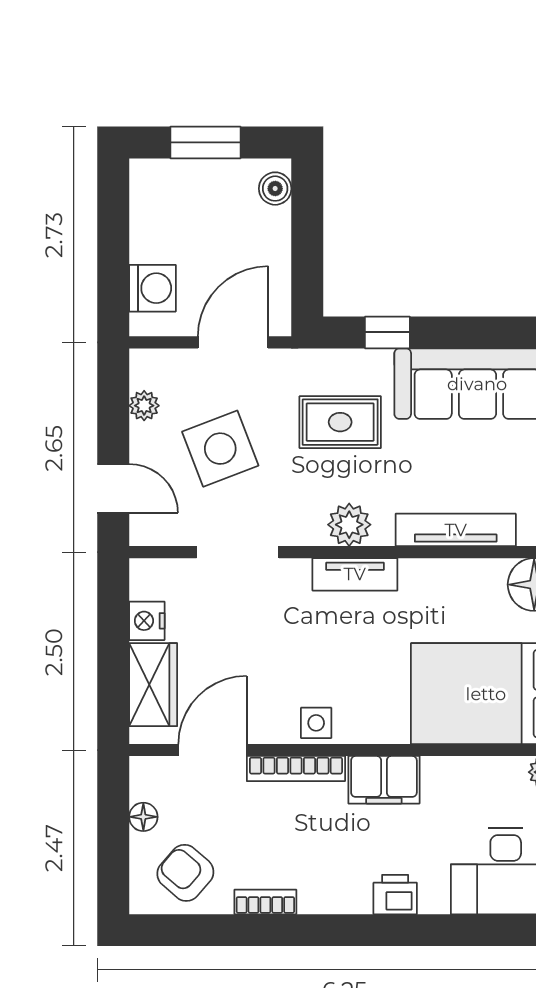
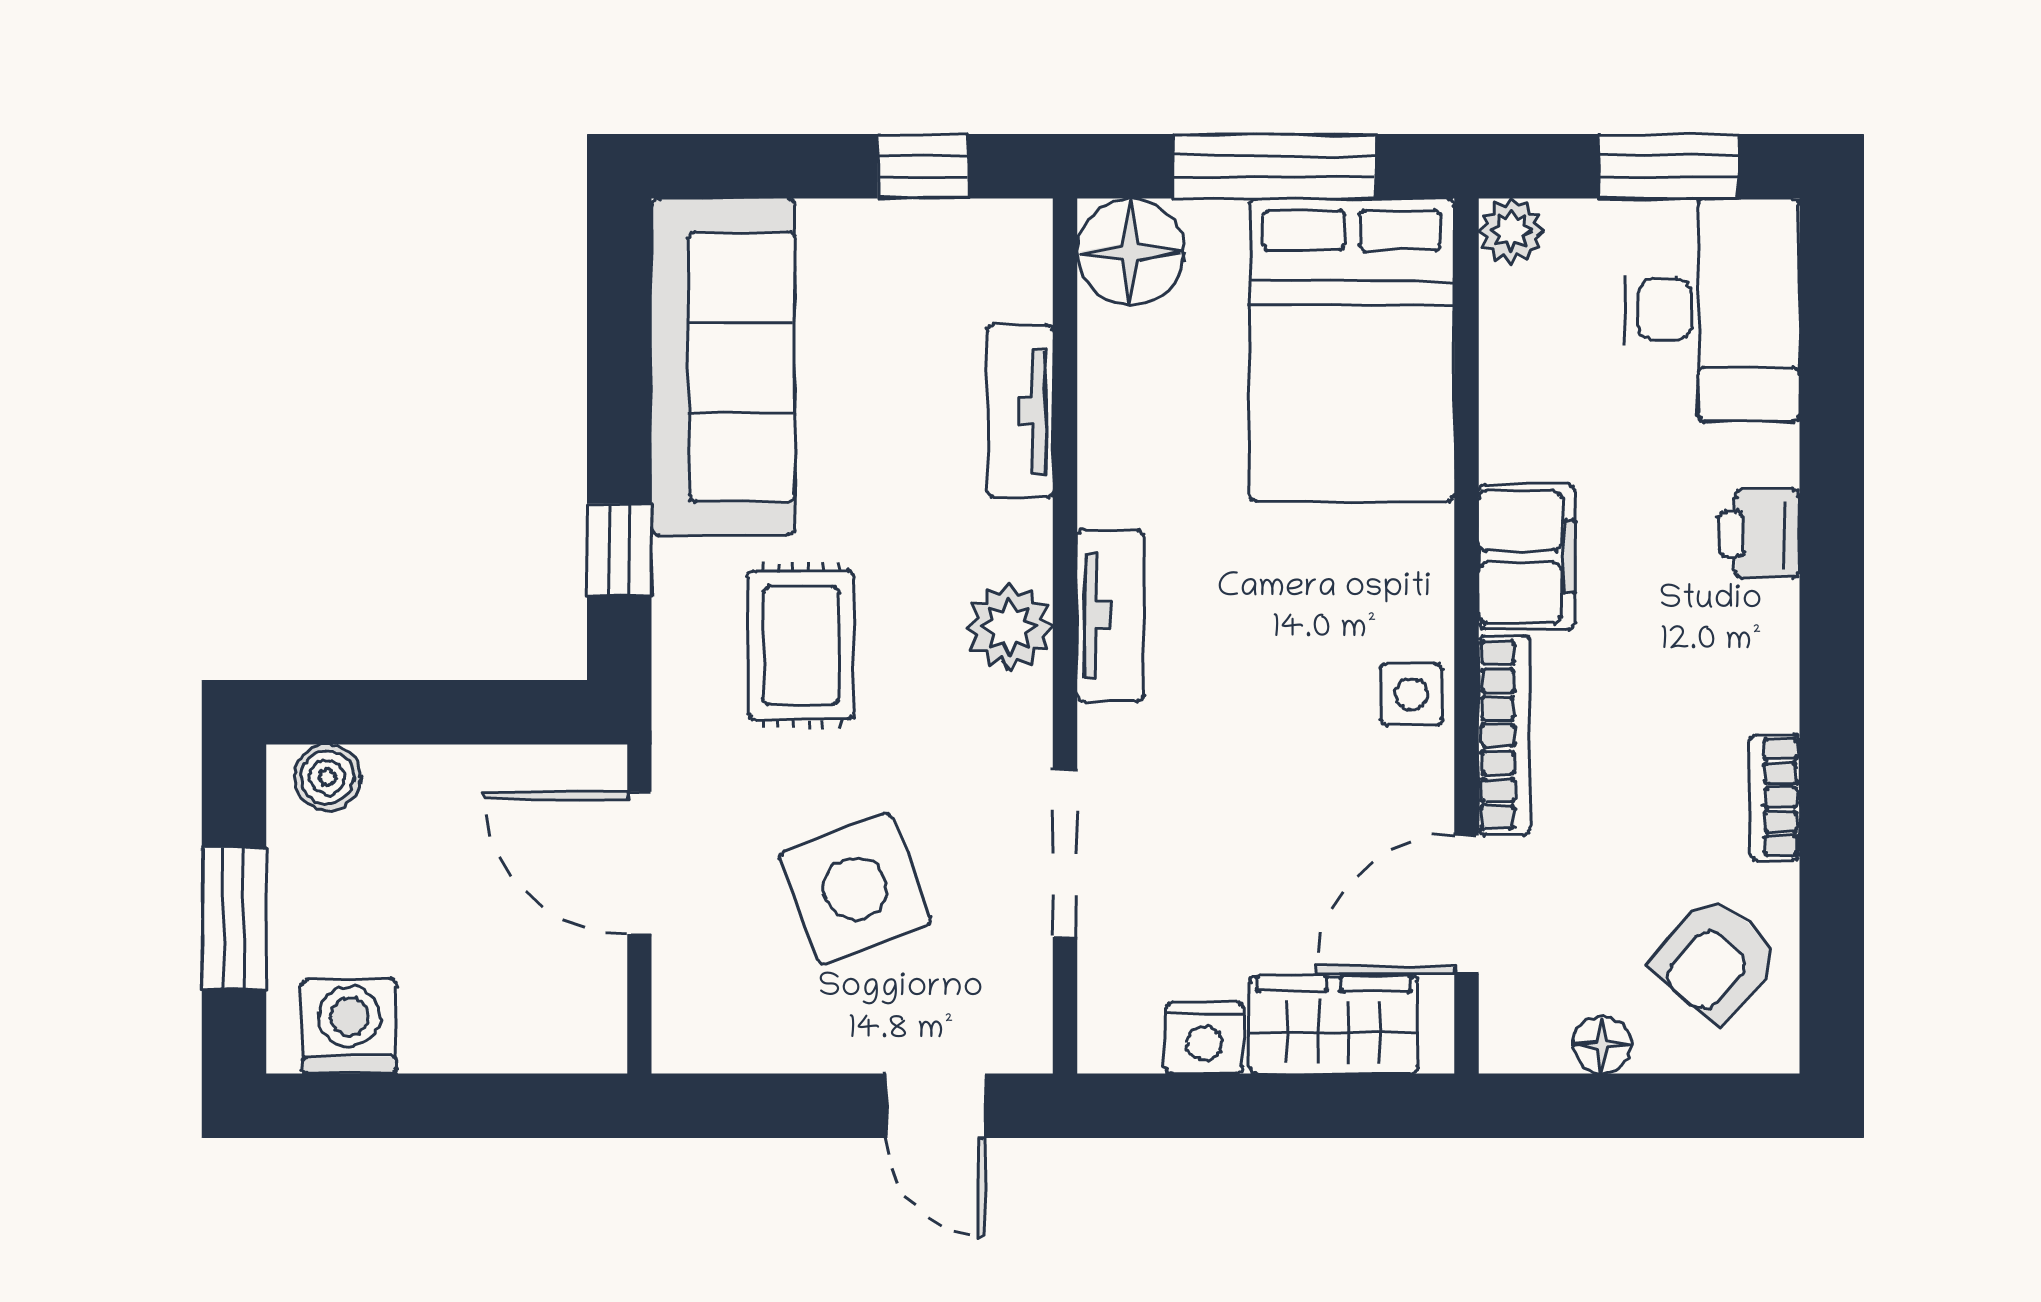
washing machine: (152, 288) -> (349, 1026), moved
plant: (144, 406) -> (768, 1043), removed
door: (113, 488) -> (936, 1106), swing flipped
tv unit: (456, 530) -> (1020, 411), width x0.71
door: (212, 750) -> (1466, 904), hinge flipped

